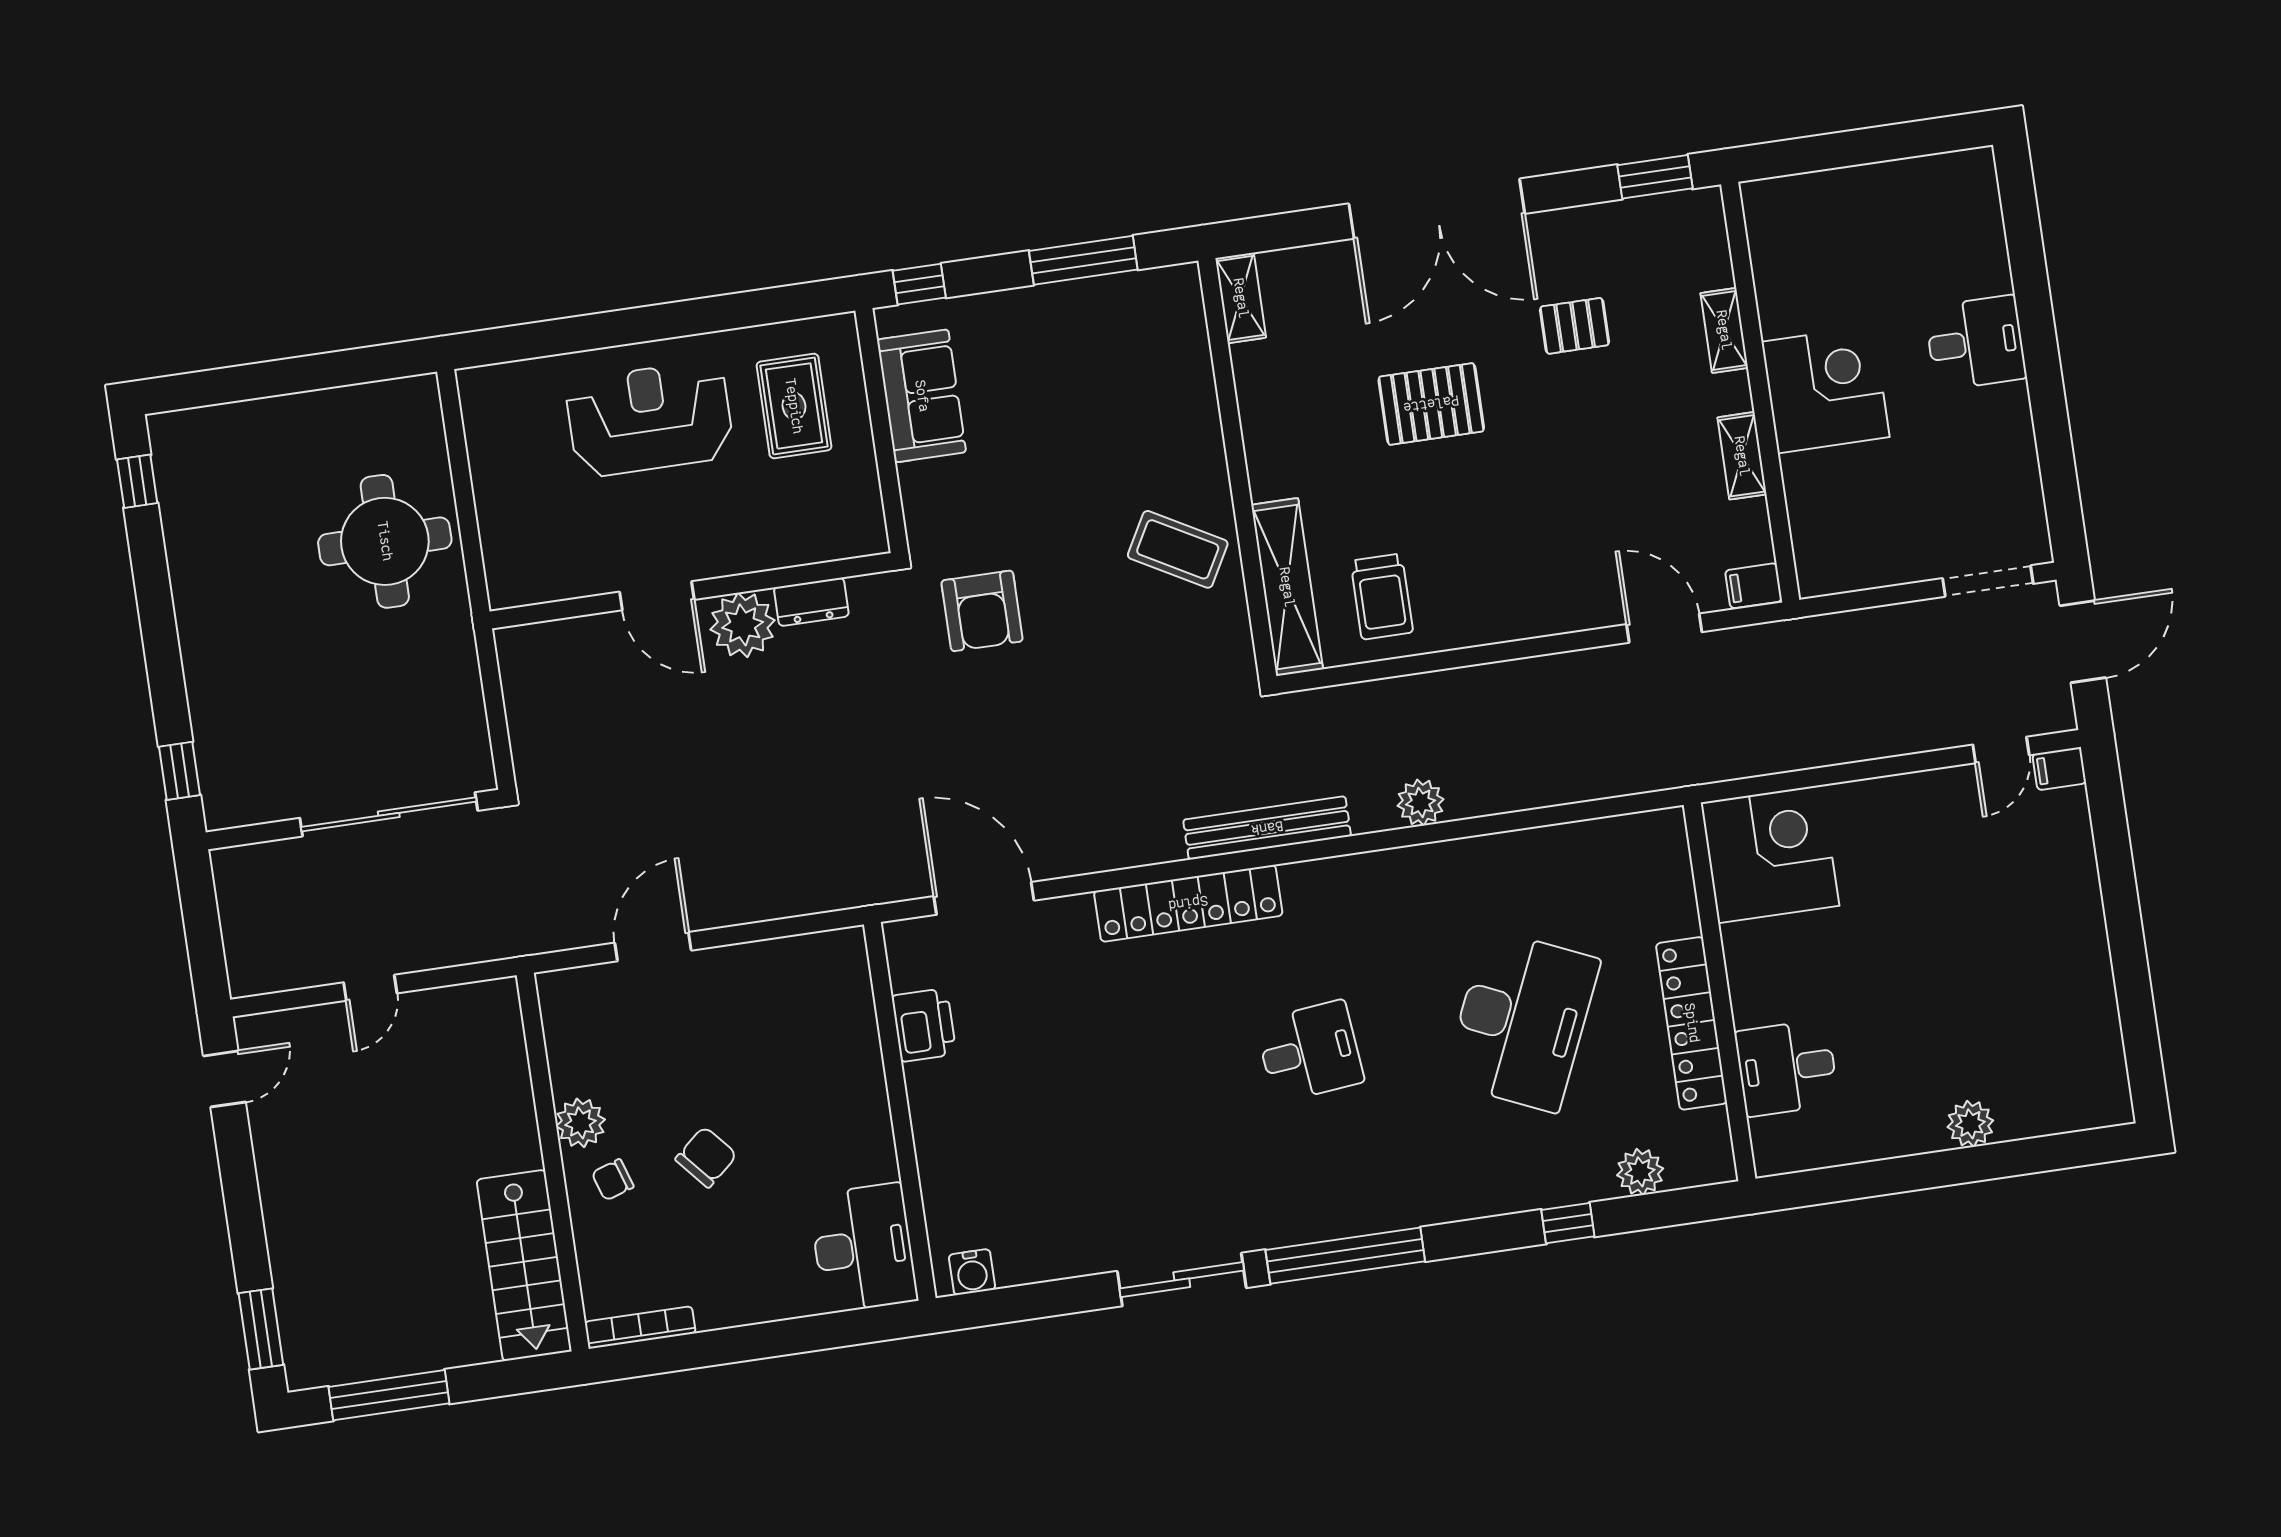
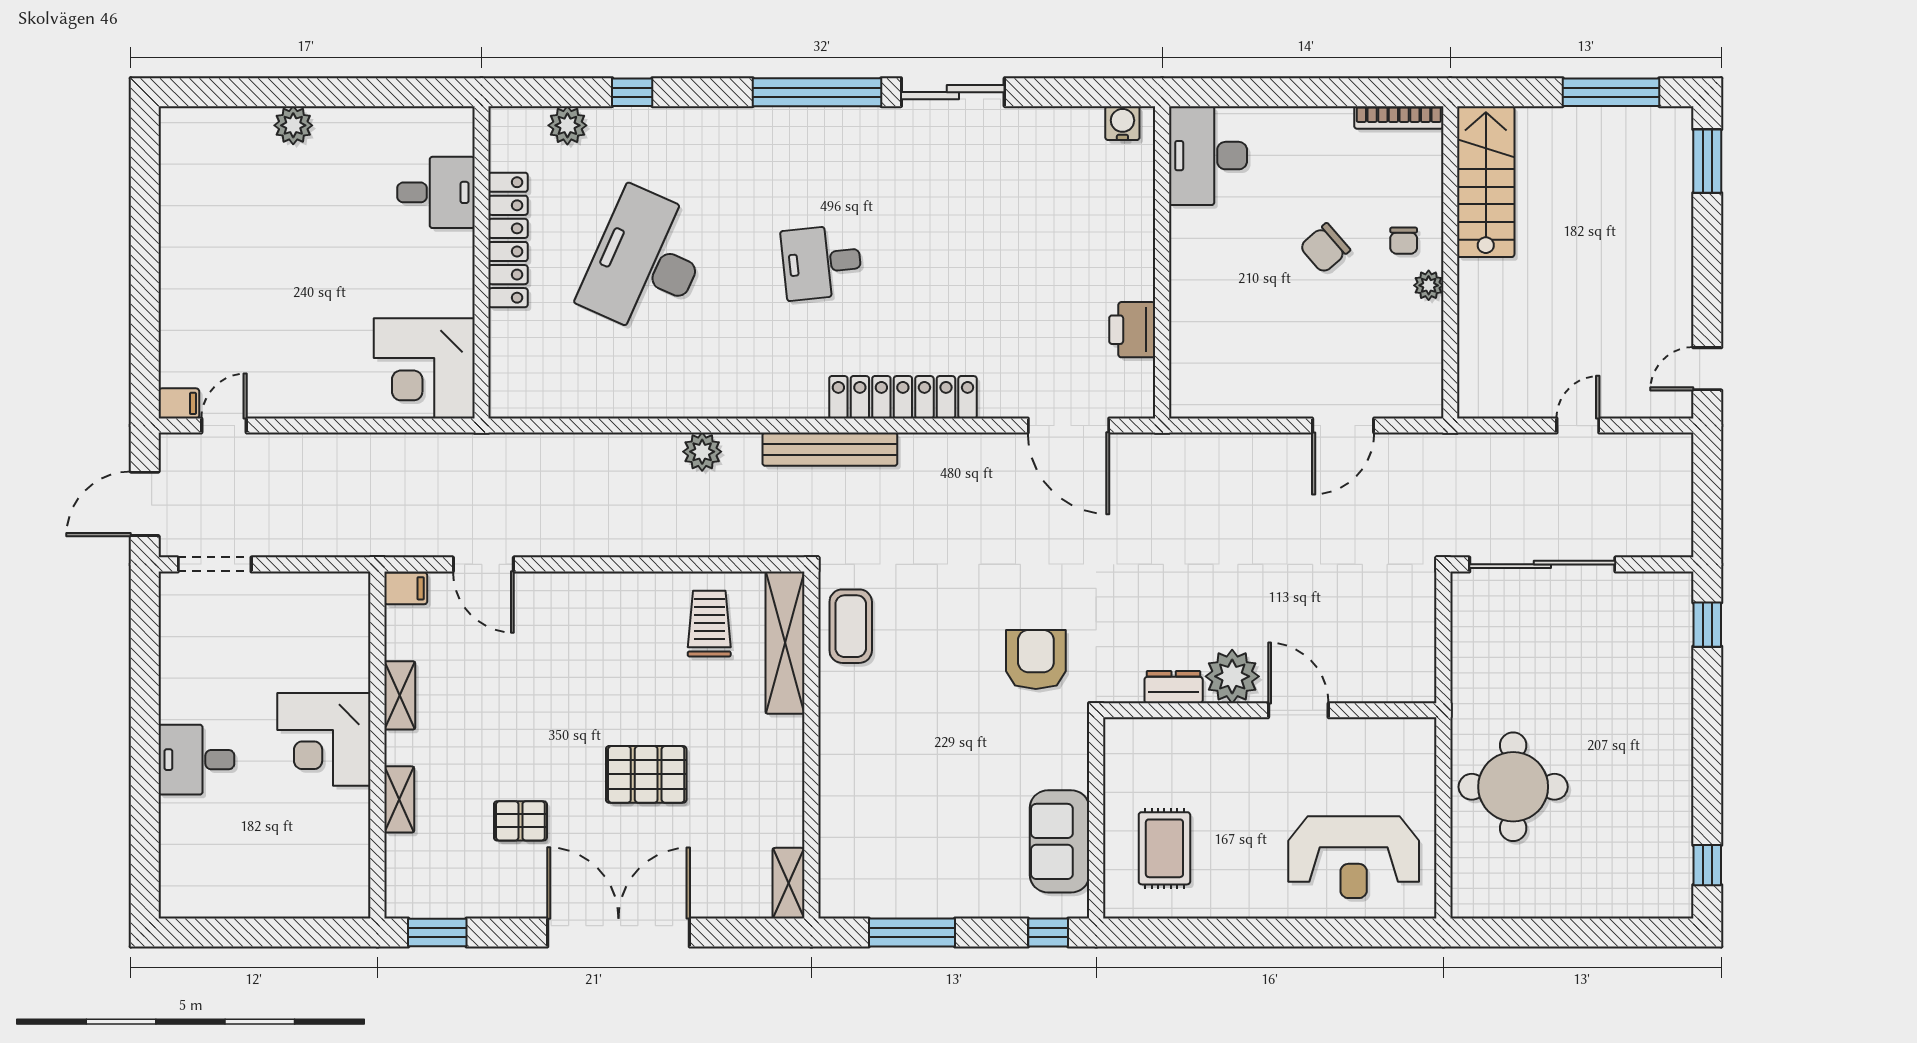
reception desk: (650, 419) -> (1354, 857), moved
coffee table: (1178, 549) -> (851, 626), moved, turned 61
plant: (581, 1123) -> (1429, 285), width x0.73, depth x0.73
chair: (613, 1180) -> (1404, 241), turned 108

